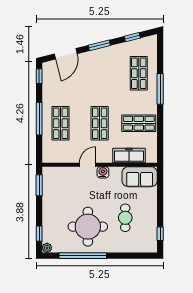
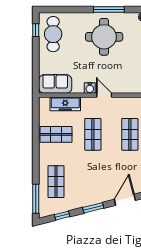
window: (160, 89) -> (36, 199), moved
door: (88, 165) -> (104, 95), swing flipped
cafe table: (125, 218) -> (53, 34), moved, width x1.37, depth x1.35
window: (83, 256) -> (109, 10), width x0.68

